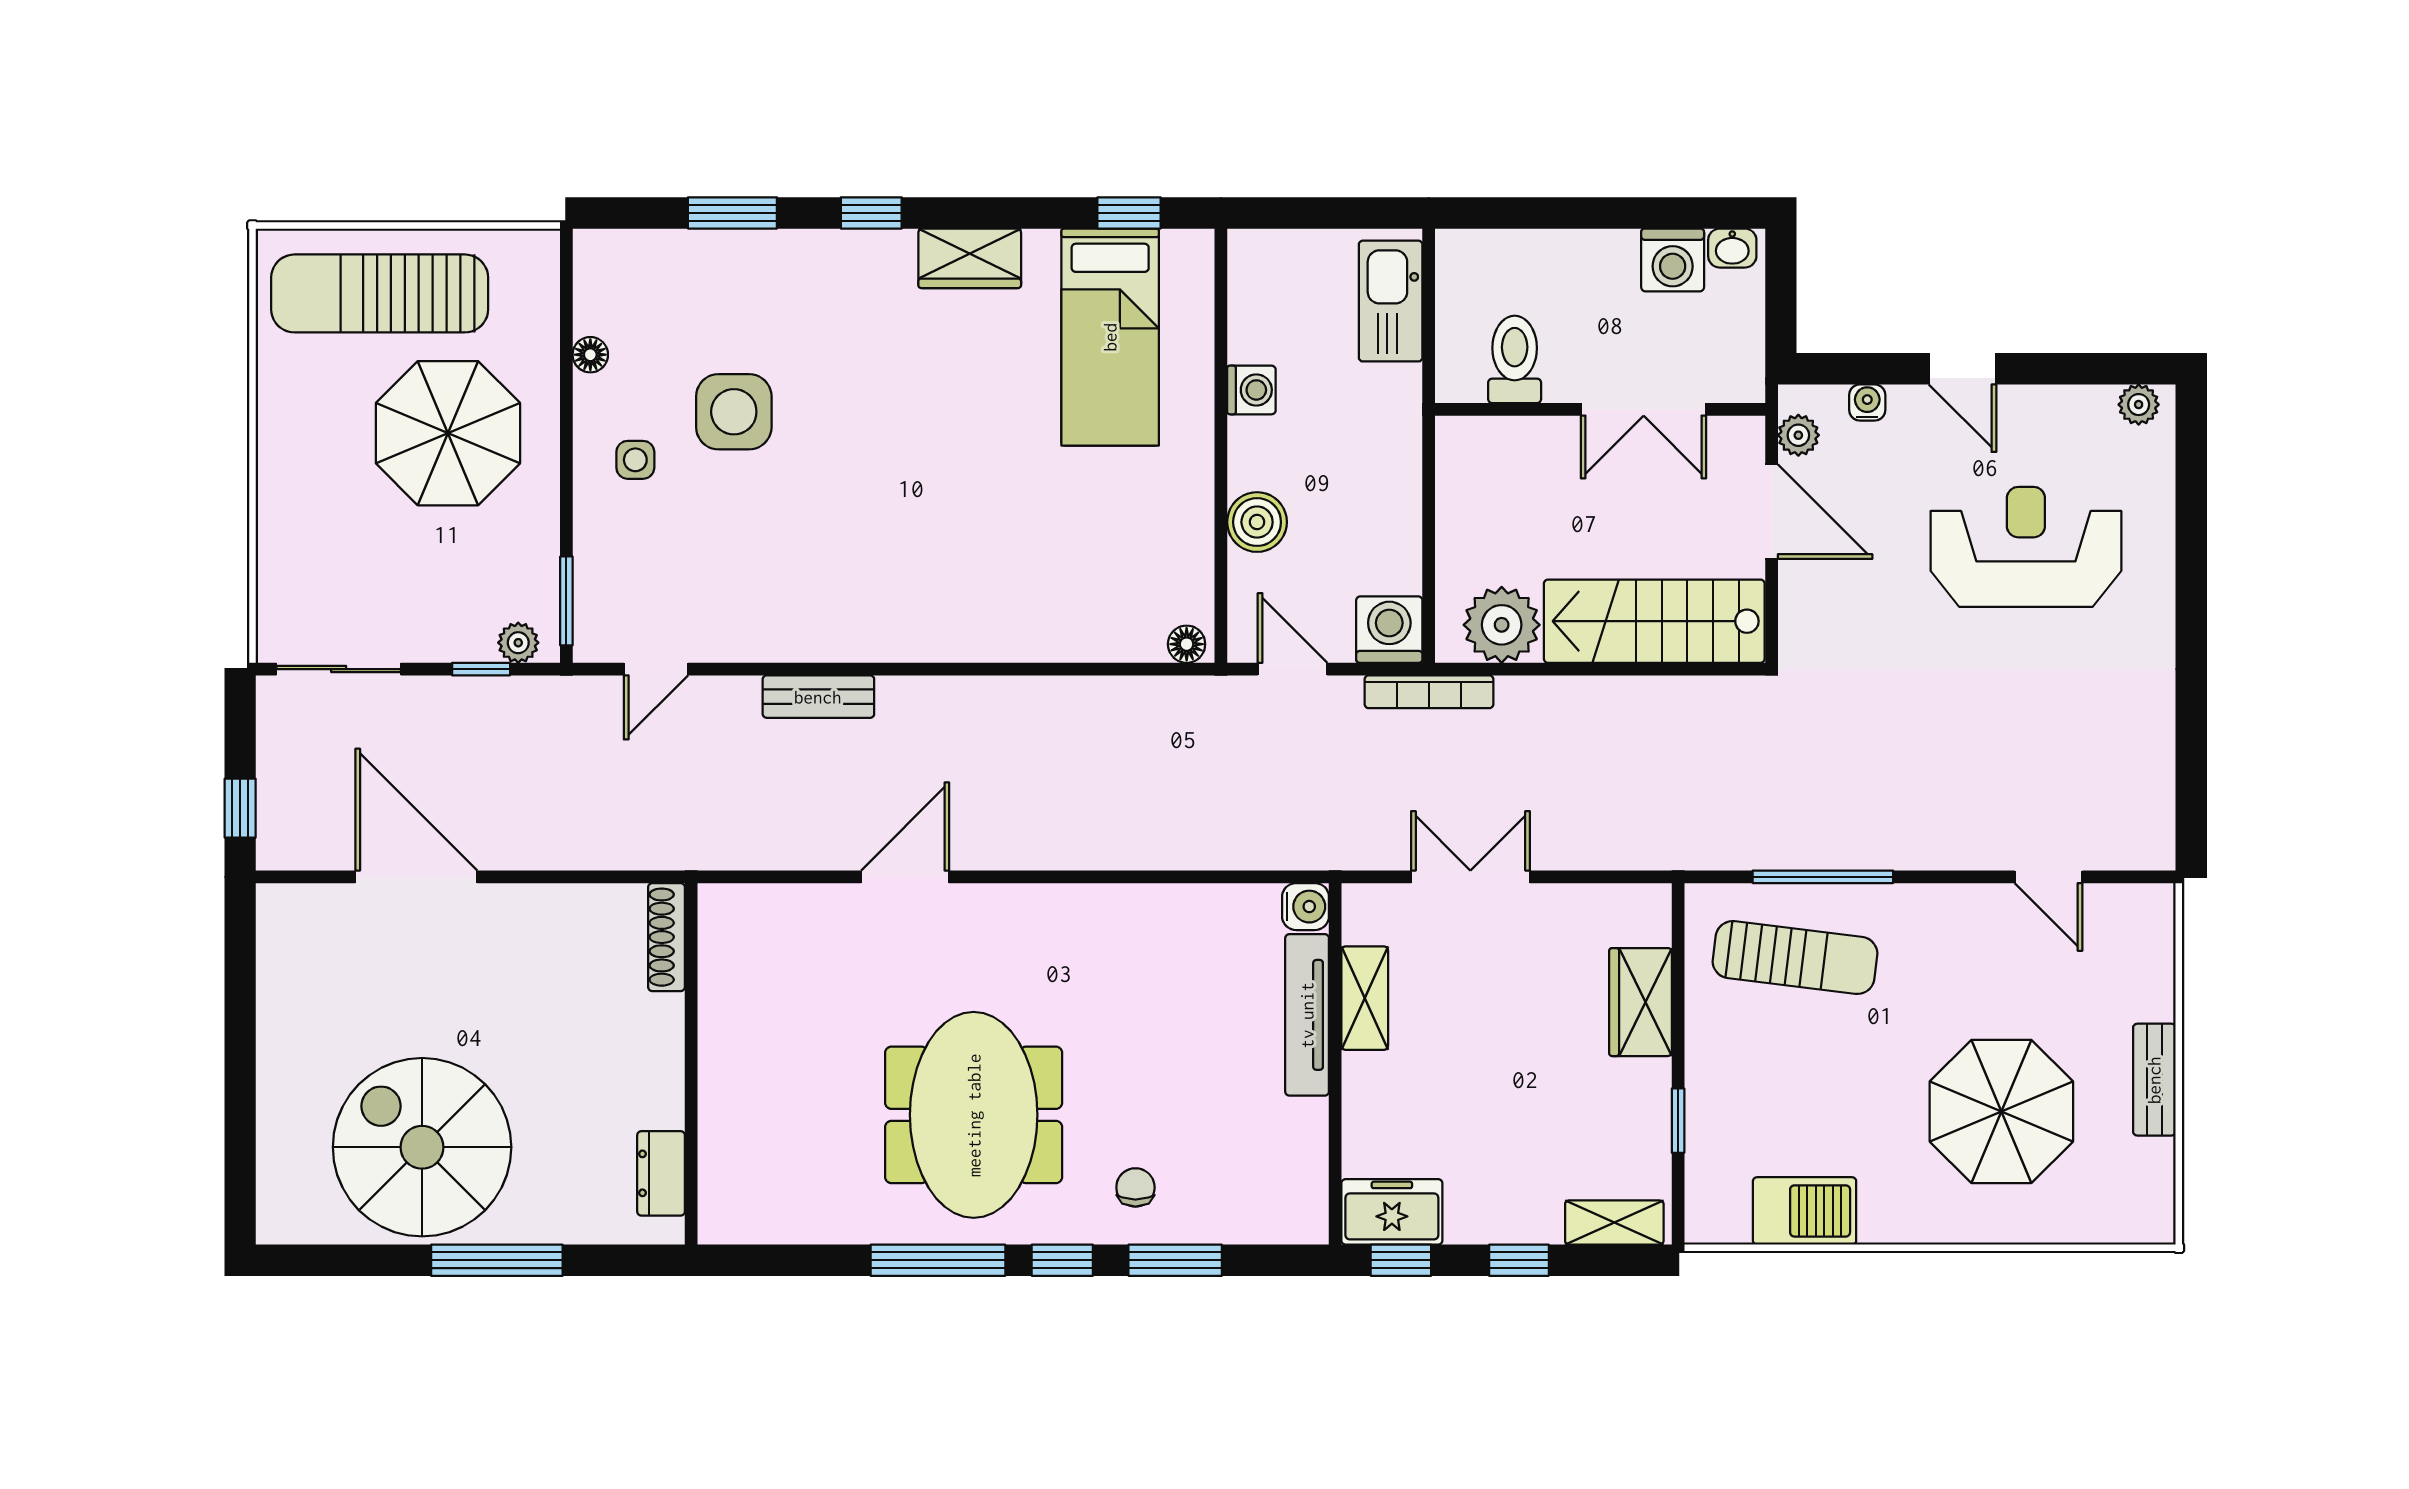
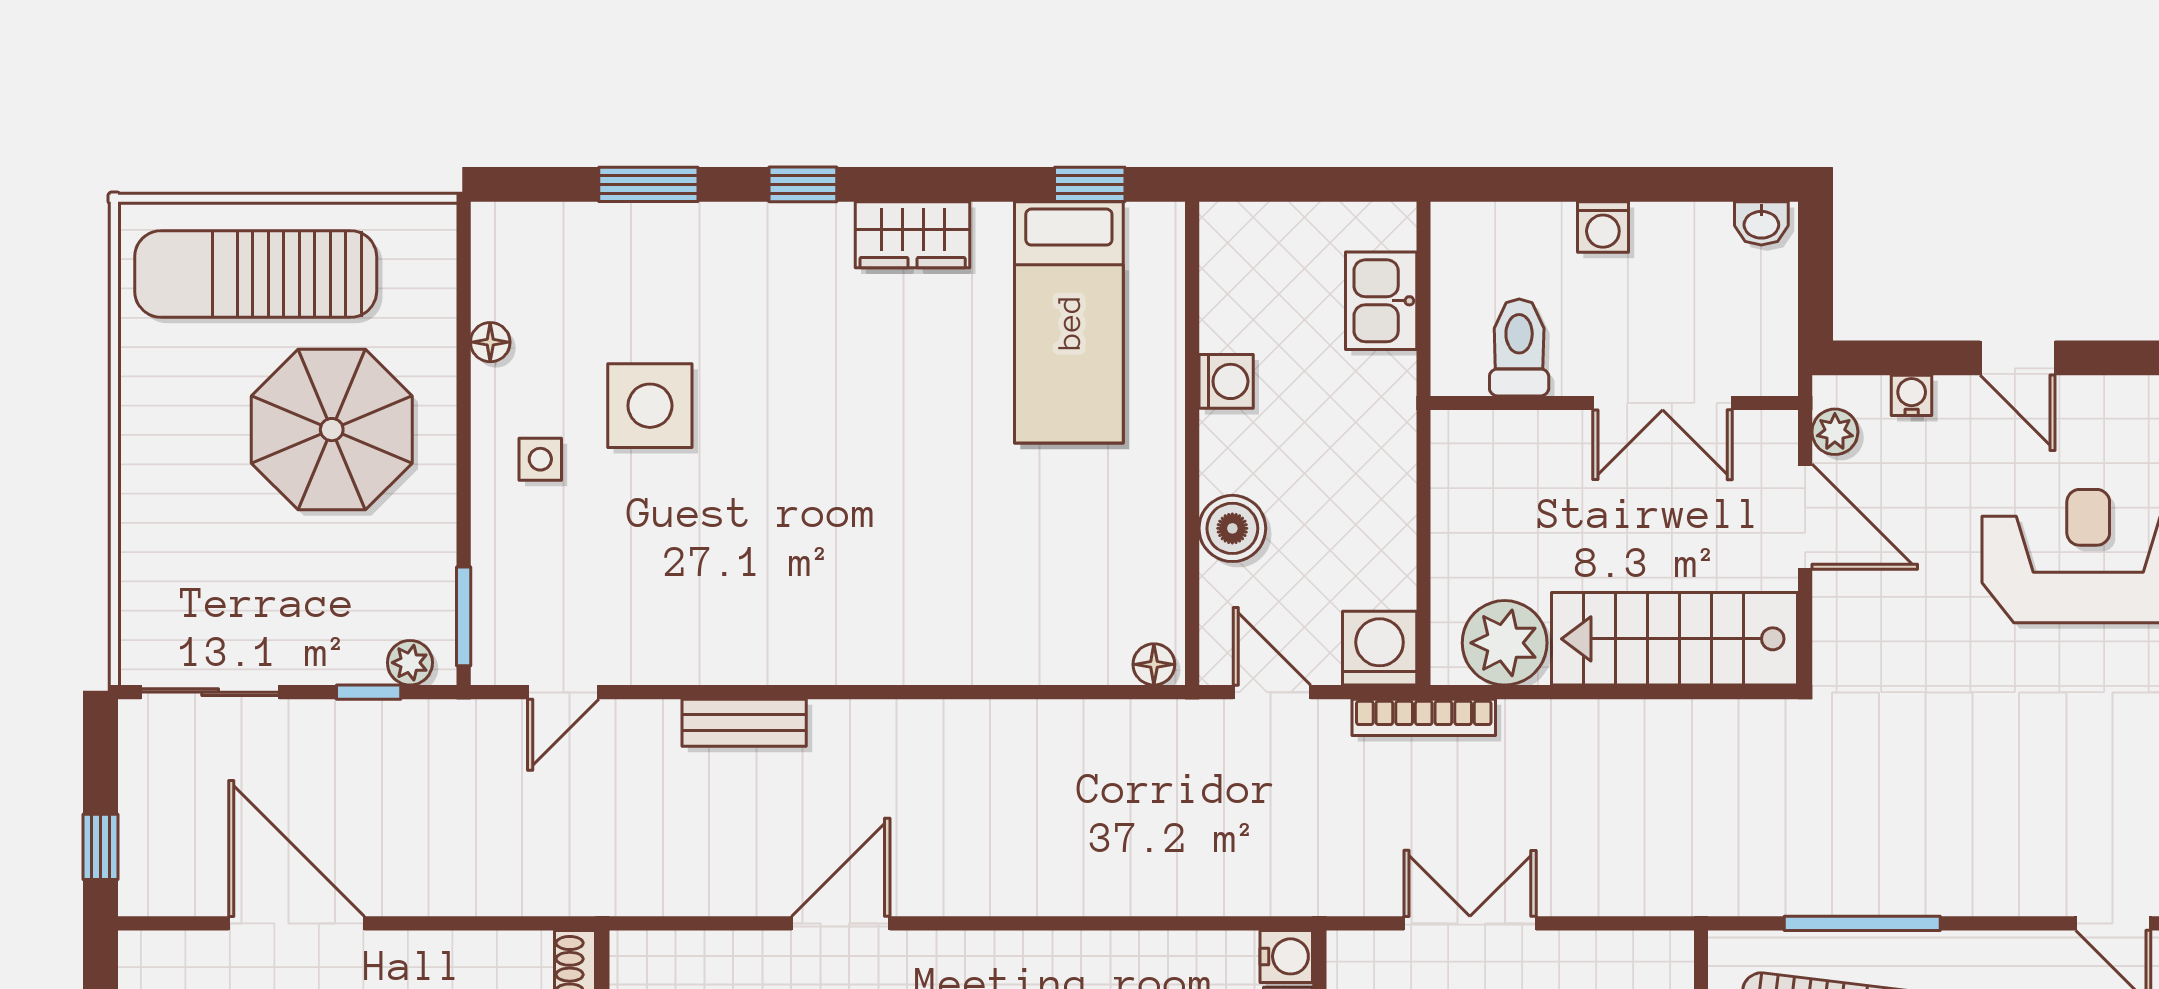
washing machine: (1673, 260) -> (1603, 227), moved, width x0.73, depth x0.73
kitchen sink: (1391, 301) -> (1381, 301), width x0.73

